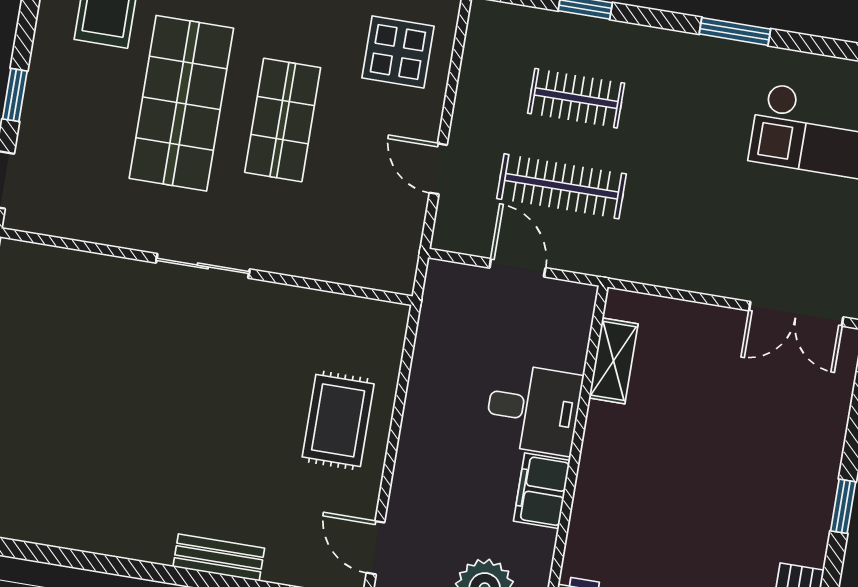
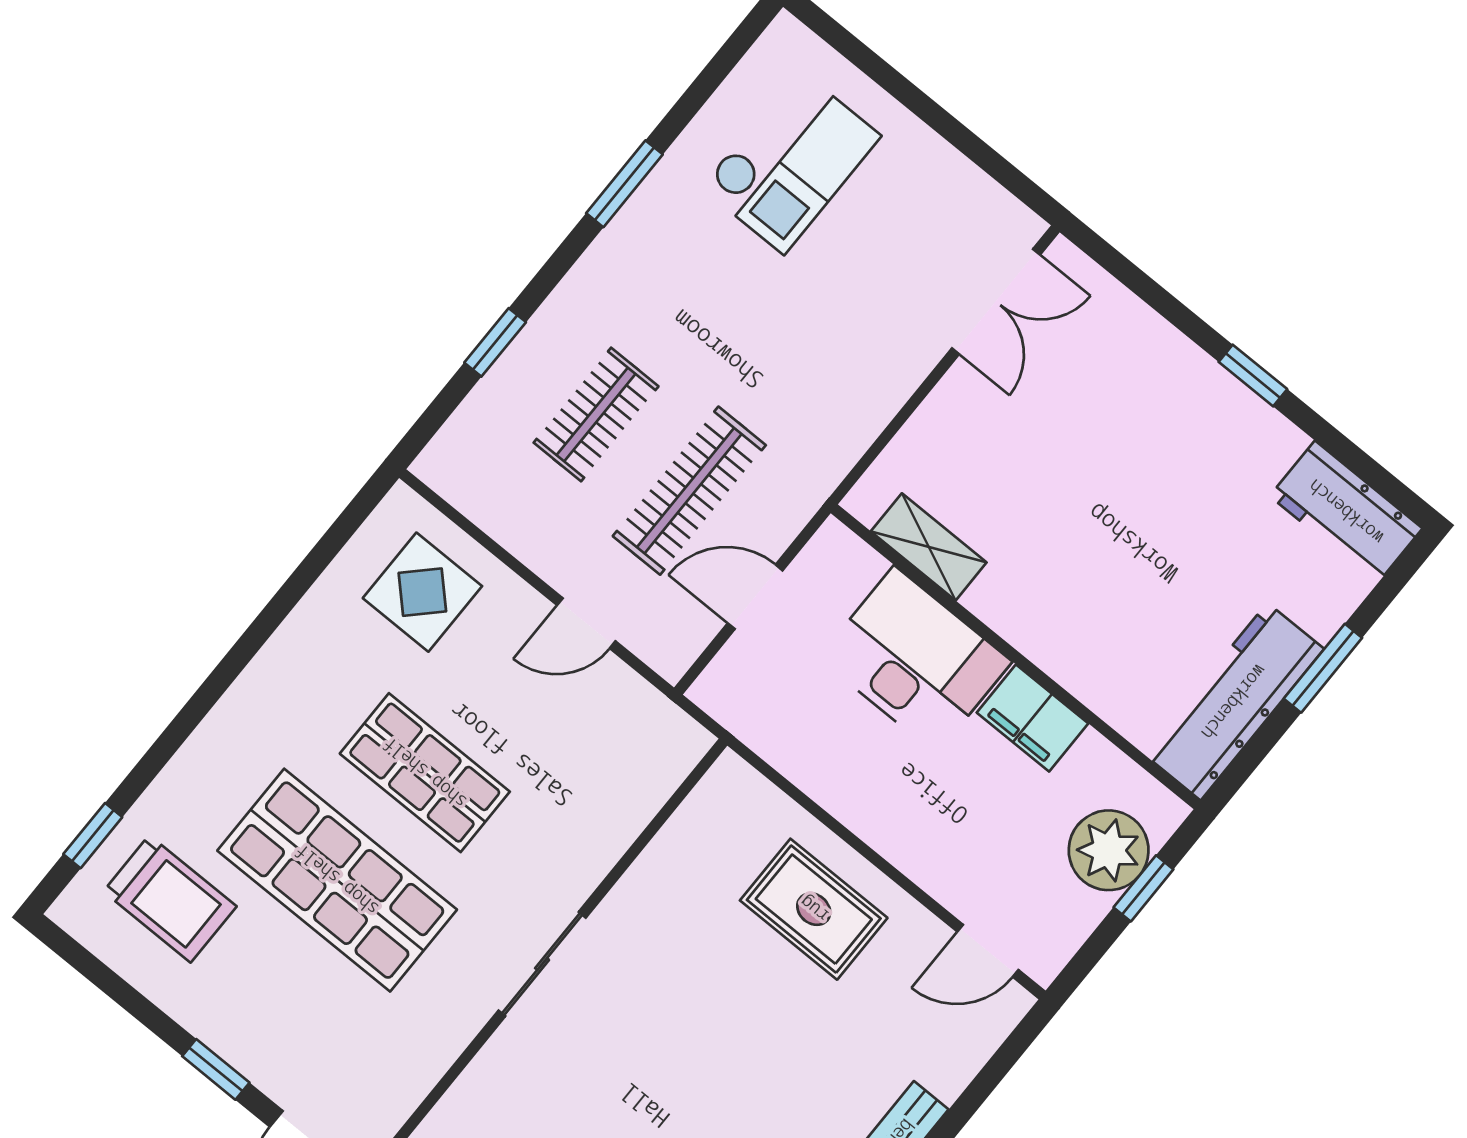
desk: (533, 409) -> (915, 660), width x1.37

